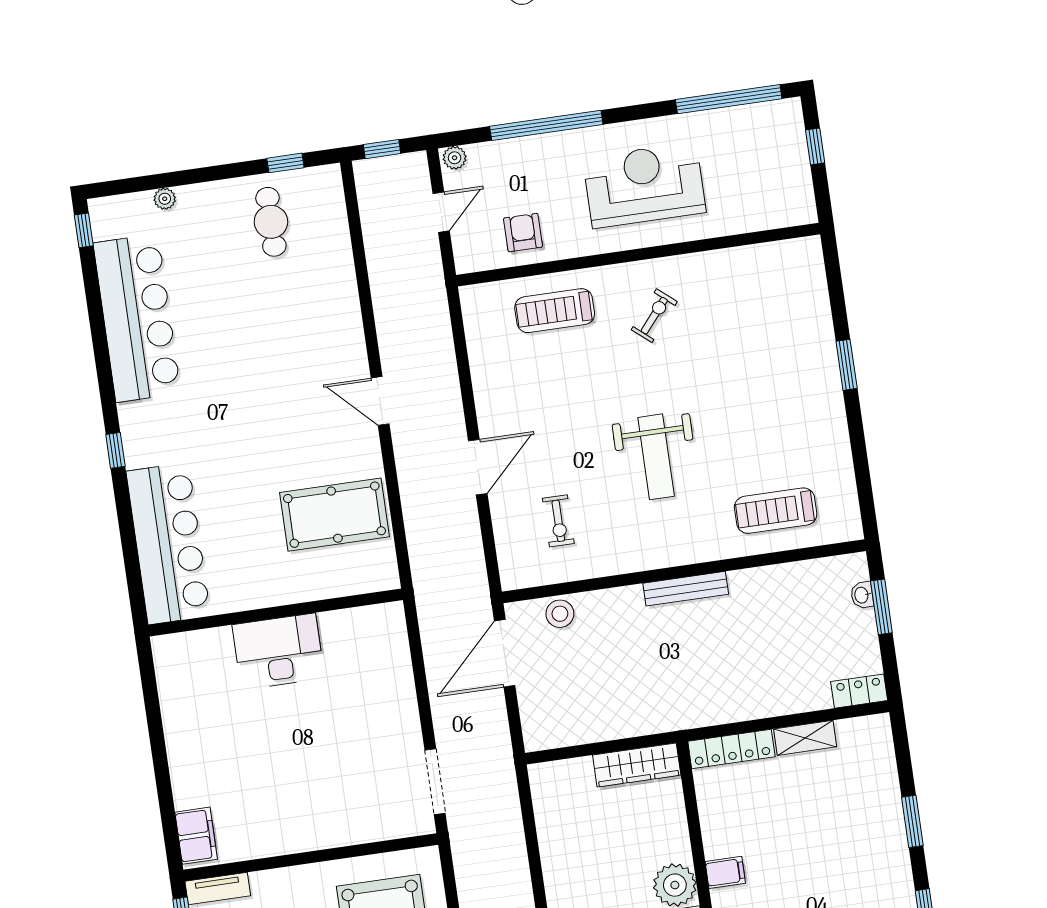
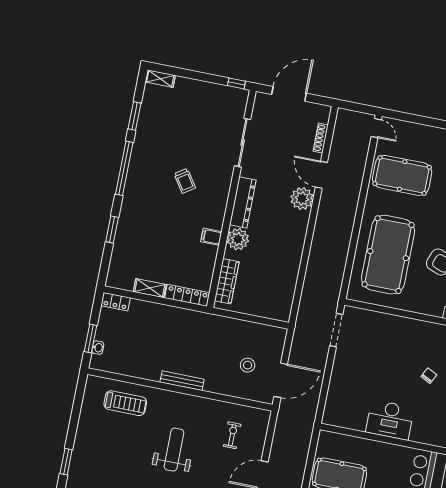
stool: (560, 614) -> (248, 365), moved
chair: (235, 758) -> (429, 376), added
wardrobe: (637, 765) -> (227, 281), moved, turned 90

